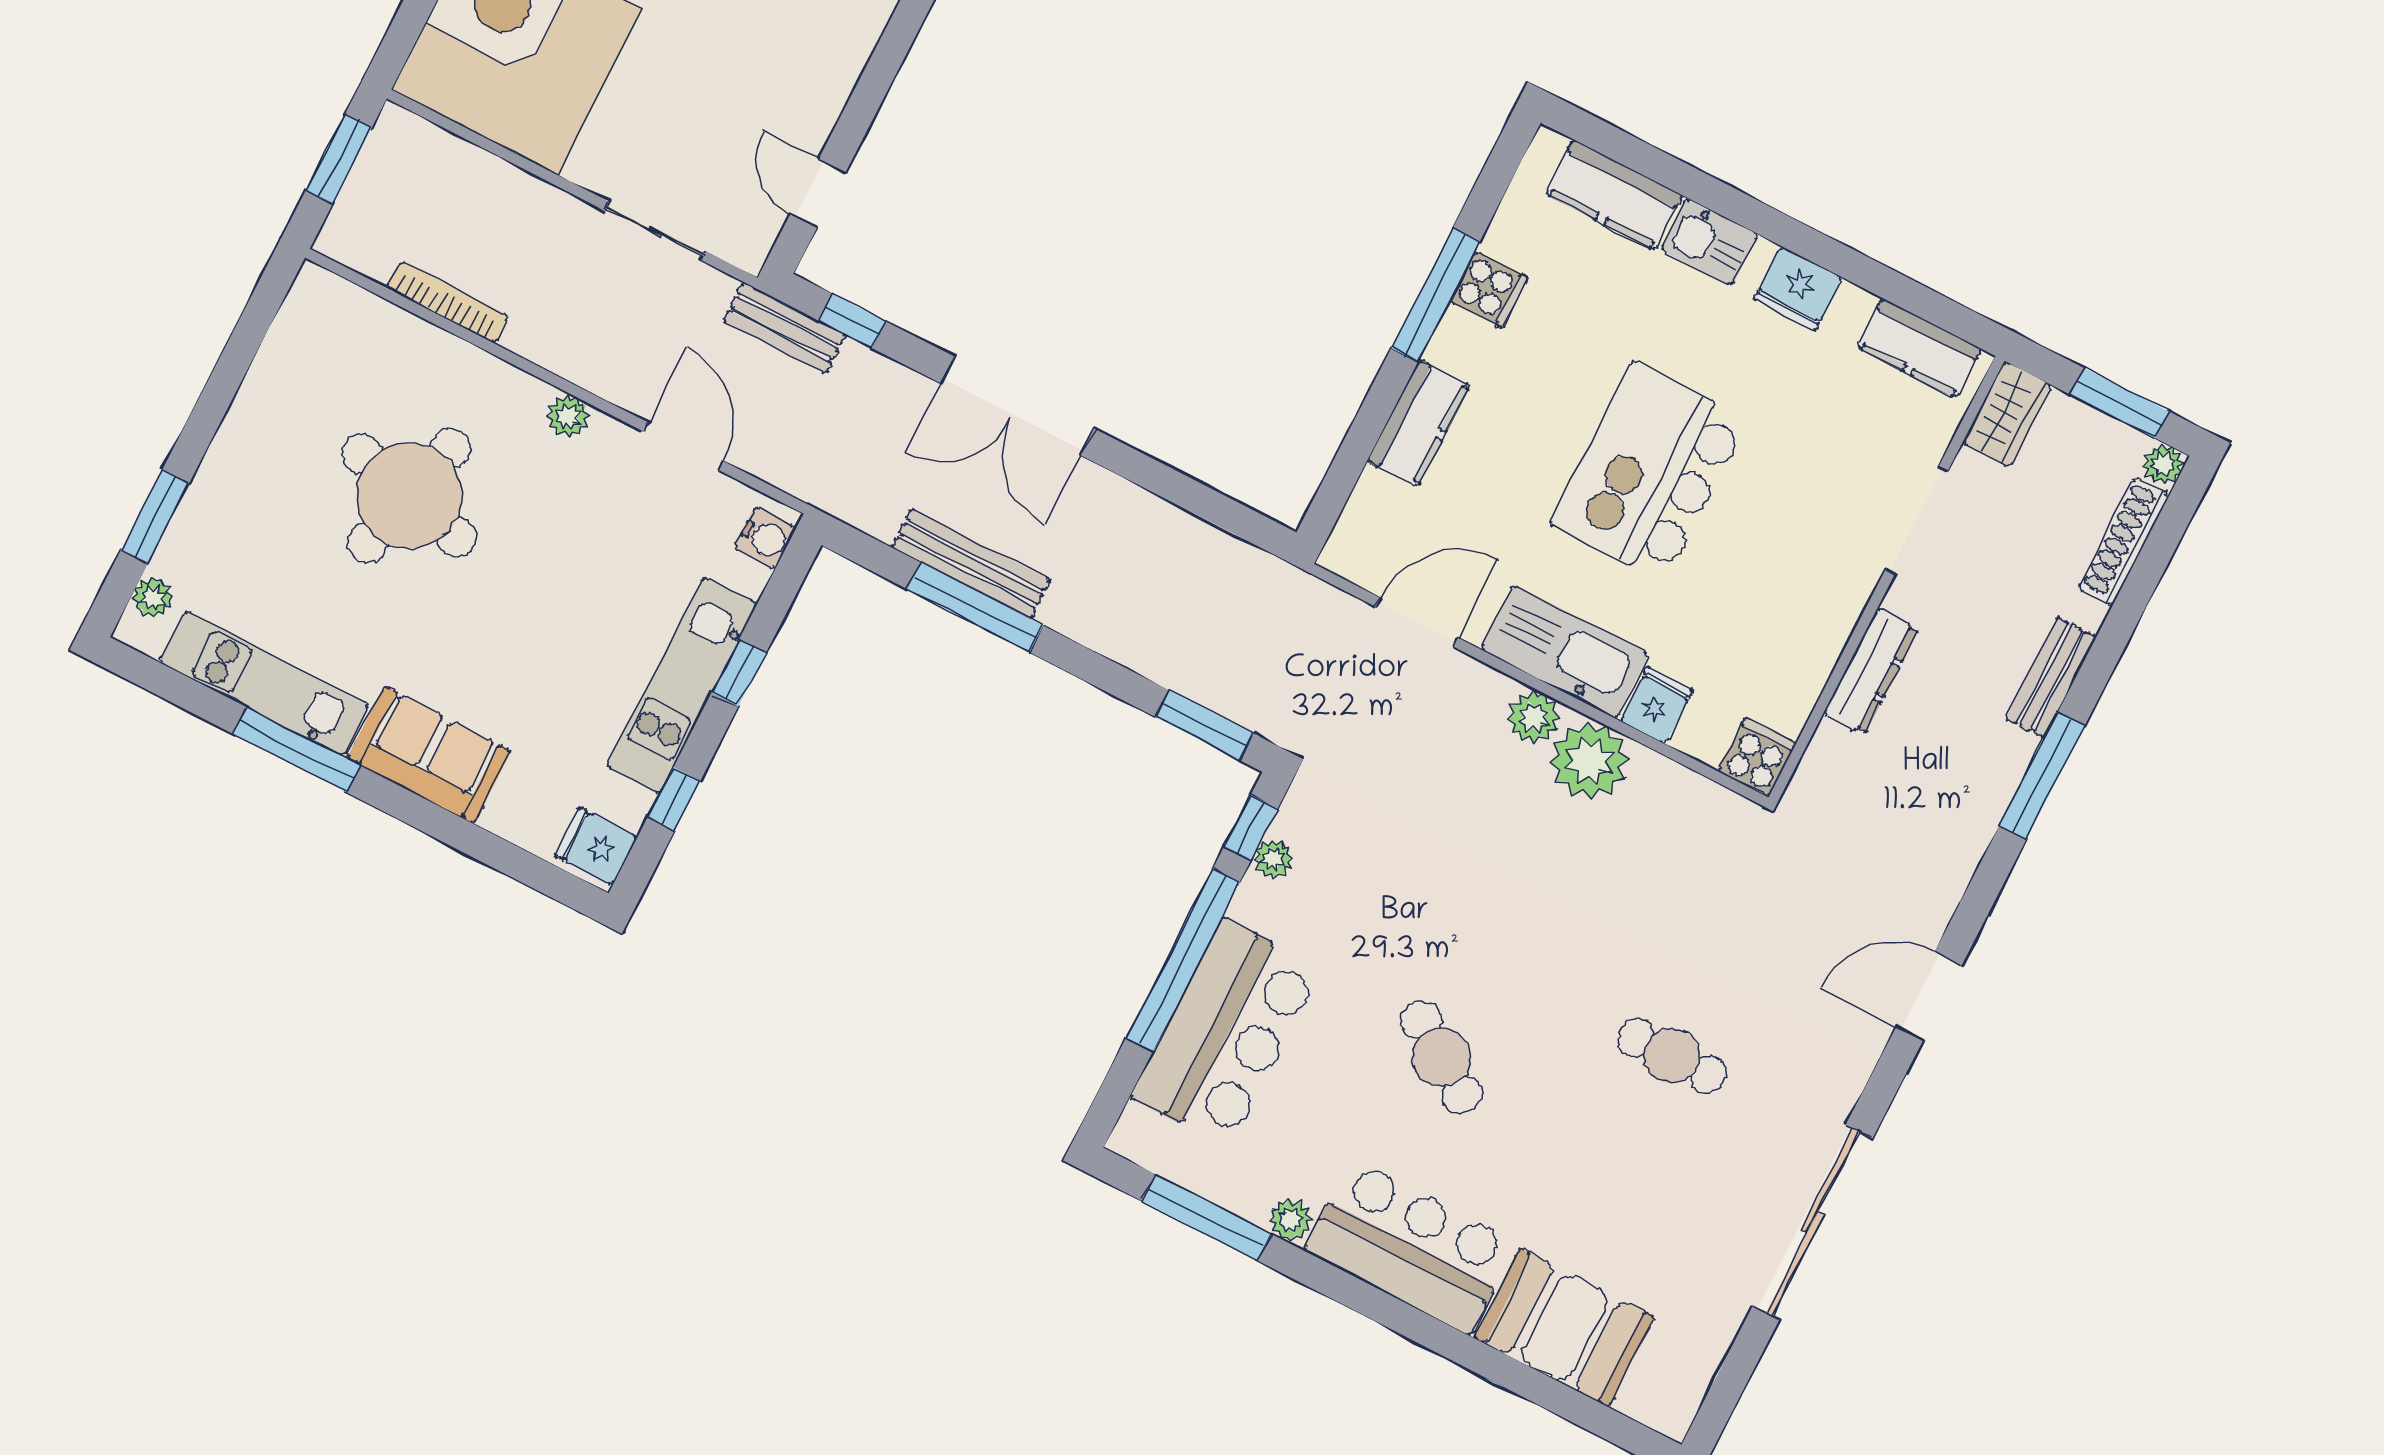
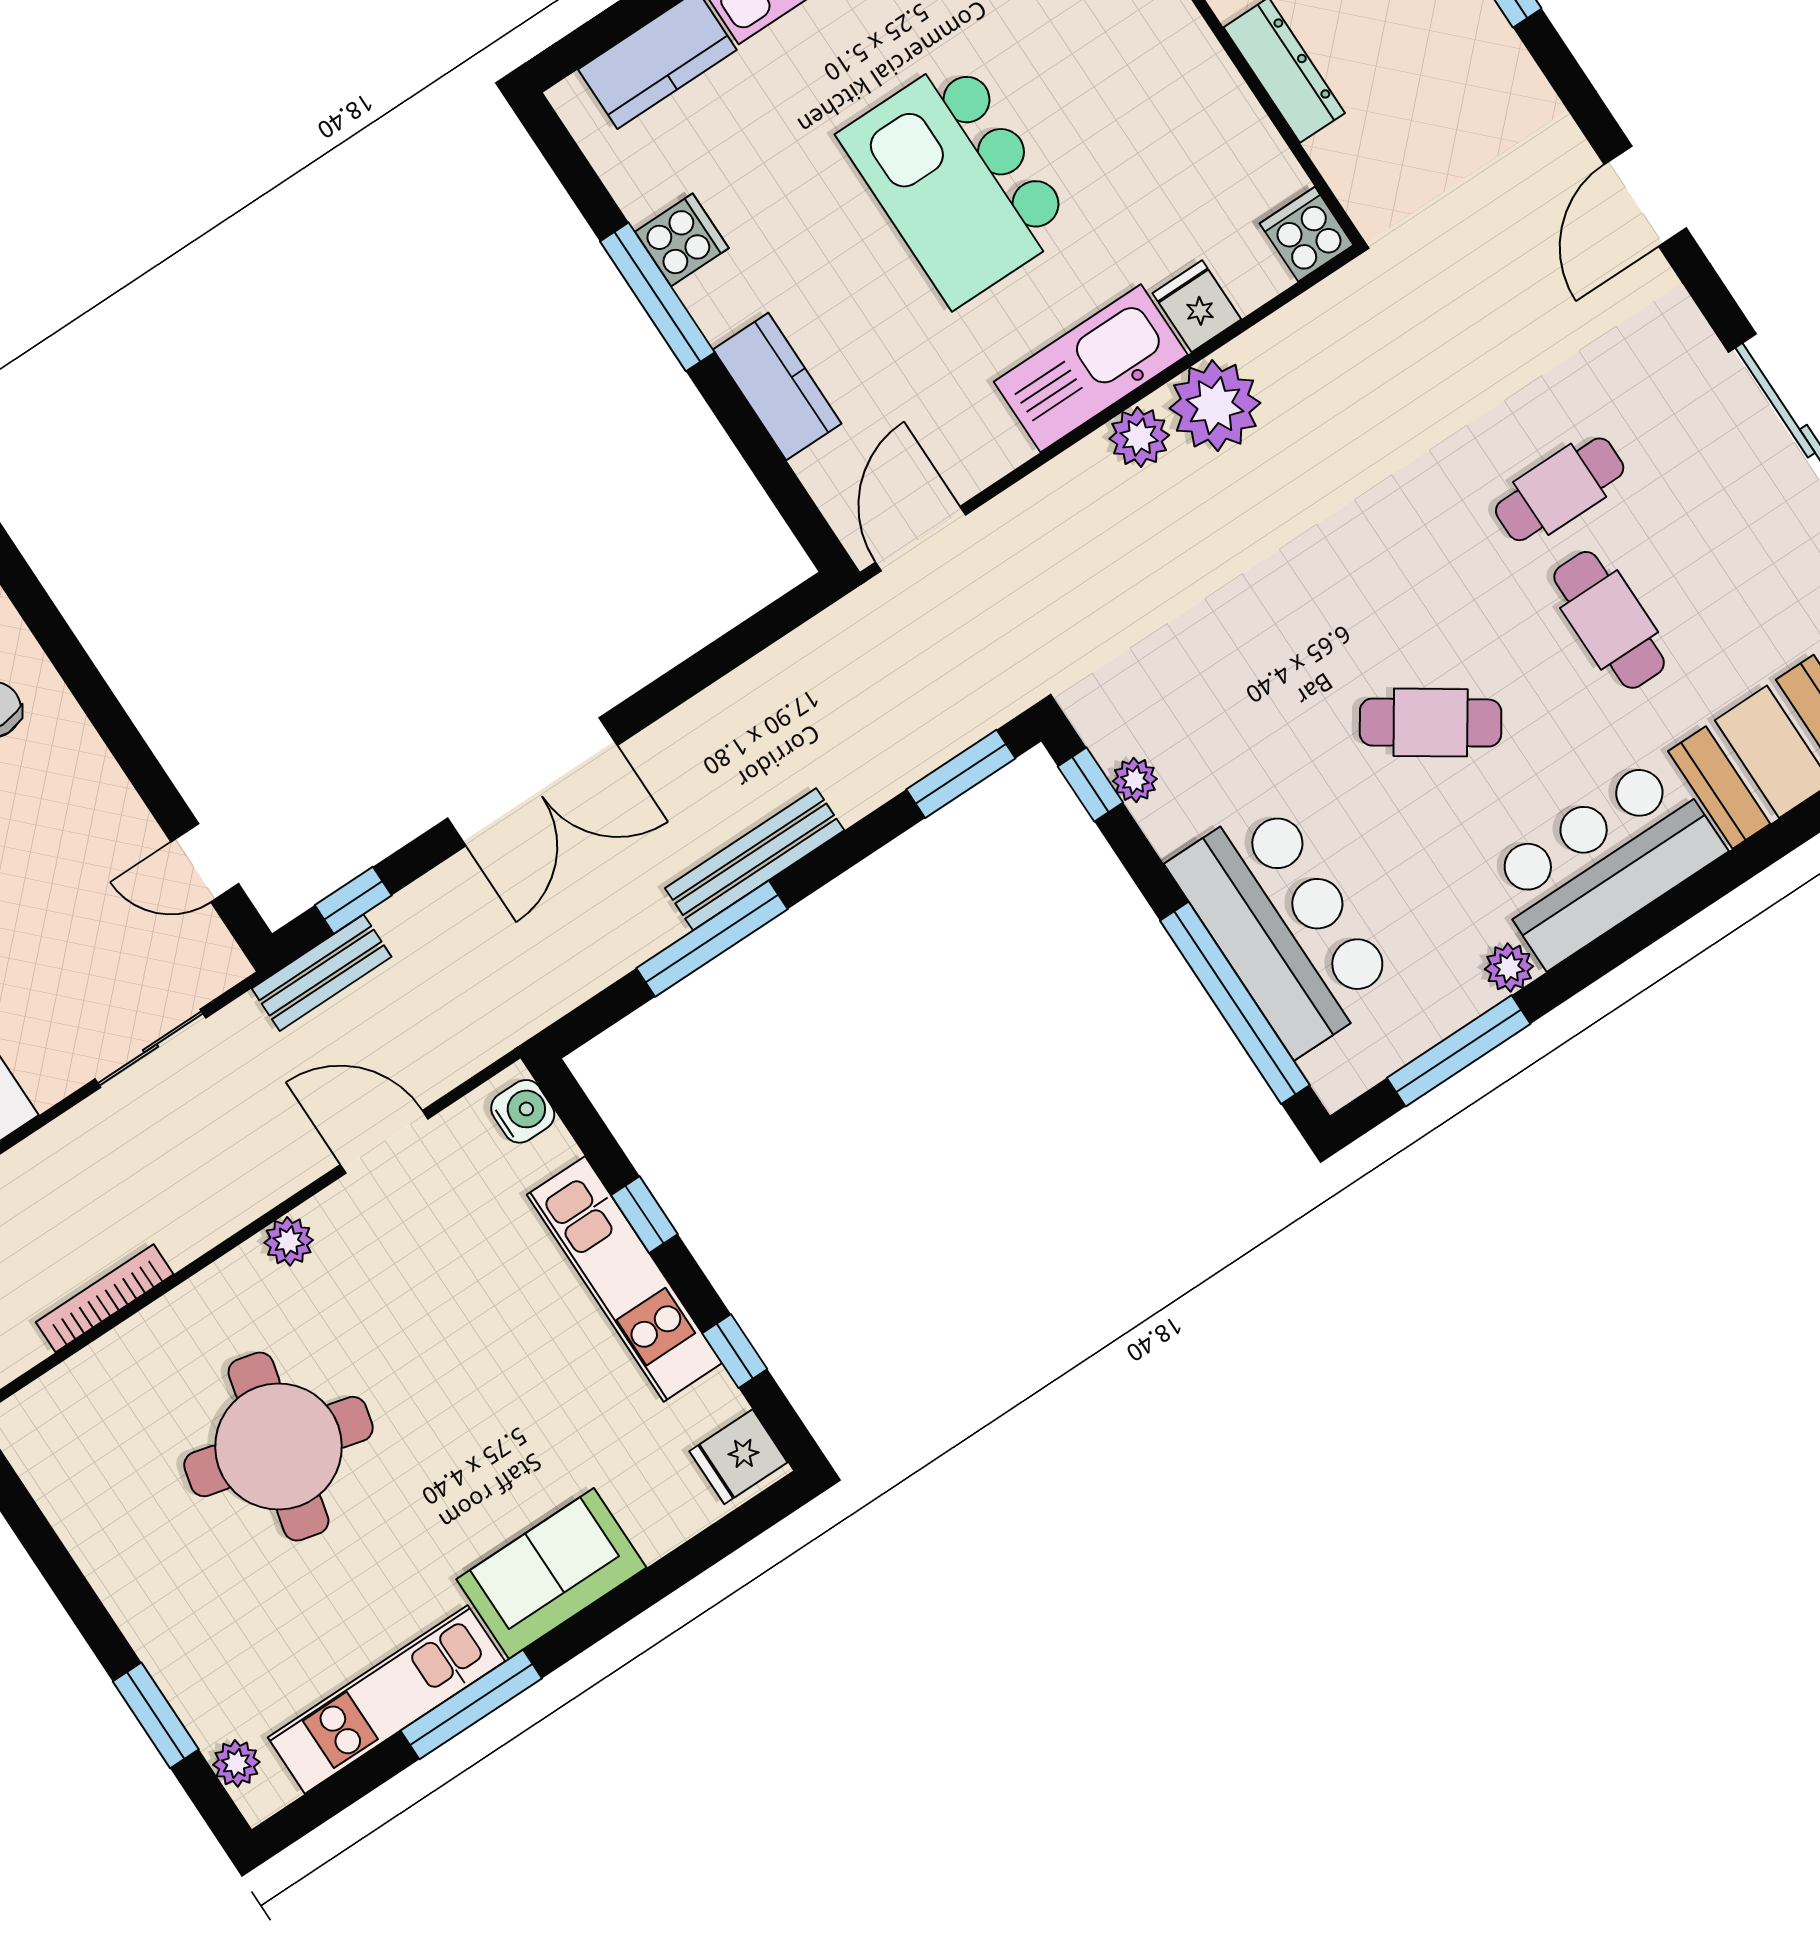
bench: (971, 564) -> (755, 859), moved
door: (1417, 622) -> (921, 539), moved
window: (1183, 960) -> (1235, 1003), moved
cafe table: (1594, 1148) -> (1609, 620), added

